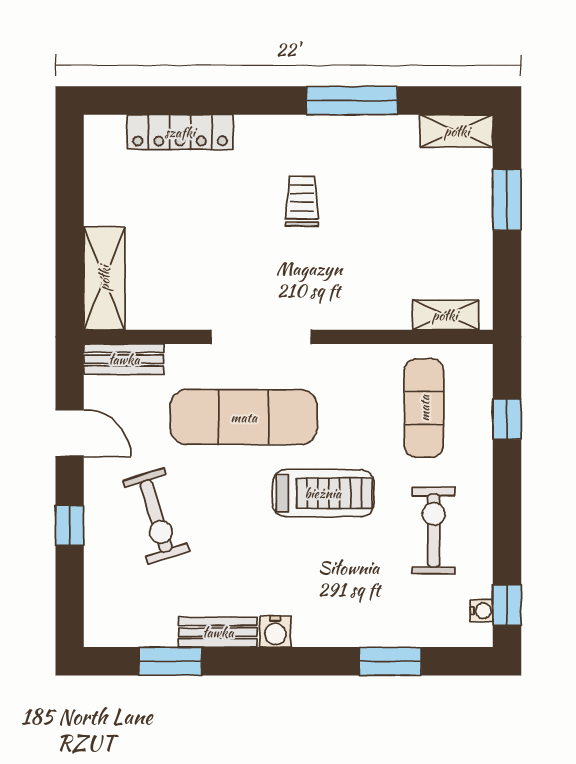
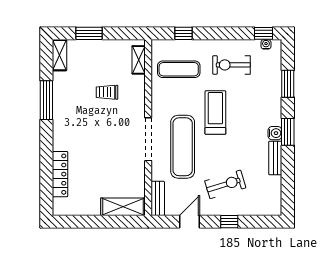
trolley: (302, 201) -> (107, 92), moved
window: (170, 661) -> (288, 132), moved

